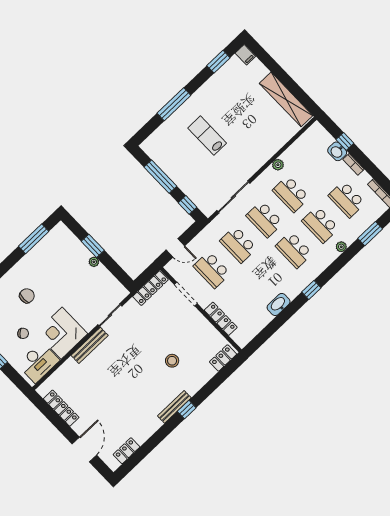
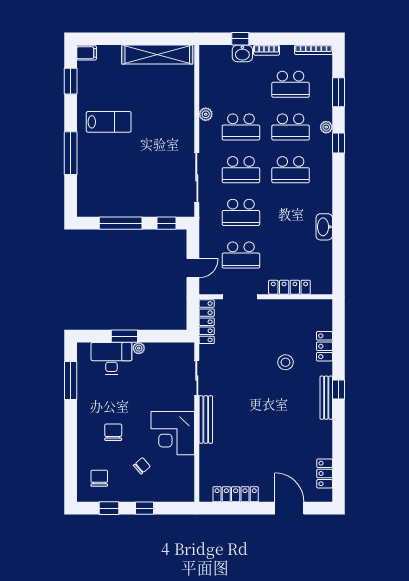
lab bench: (207, 136) -> (109, 122), moved, turned 180
window: (311, 290) -> (339, 143), moved
locker: (223, 358) -> (324, 346), moved
desk: (38, 362) -> (111, 358), moved, turned -90

